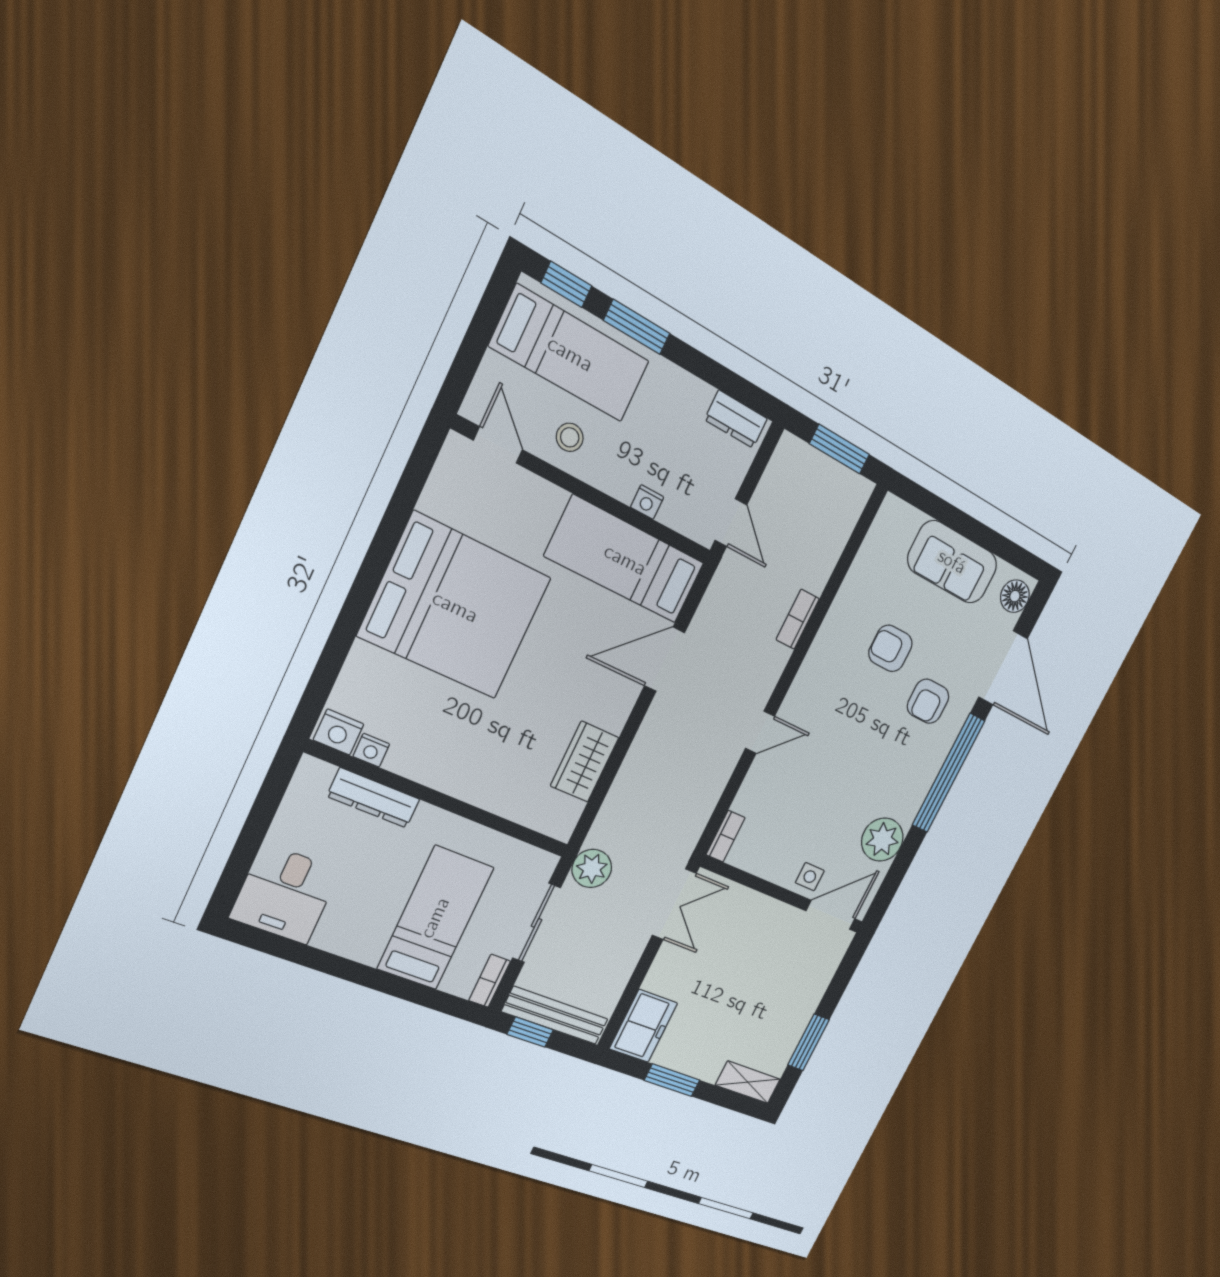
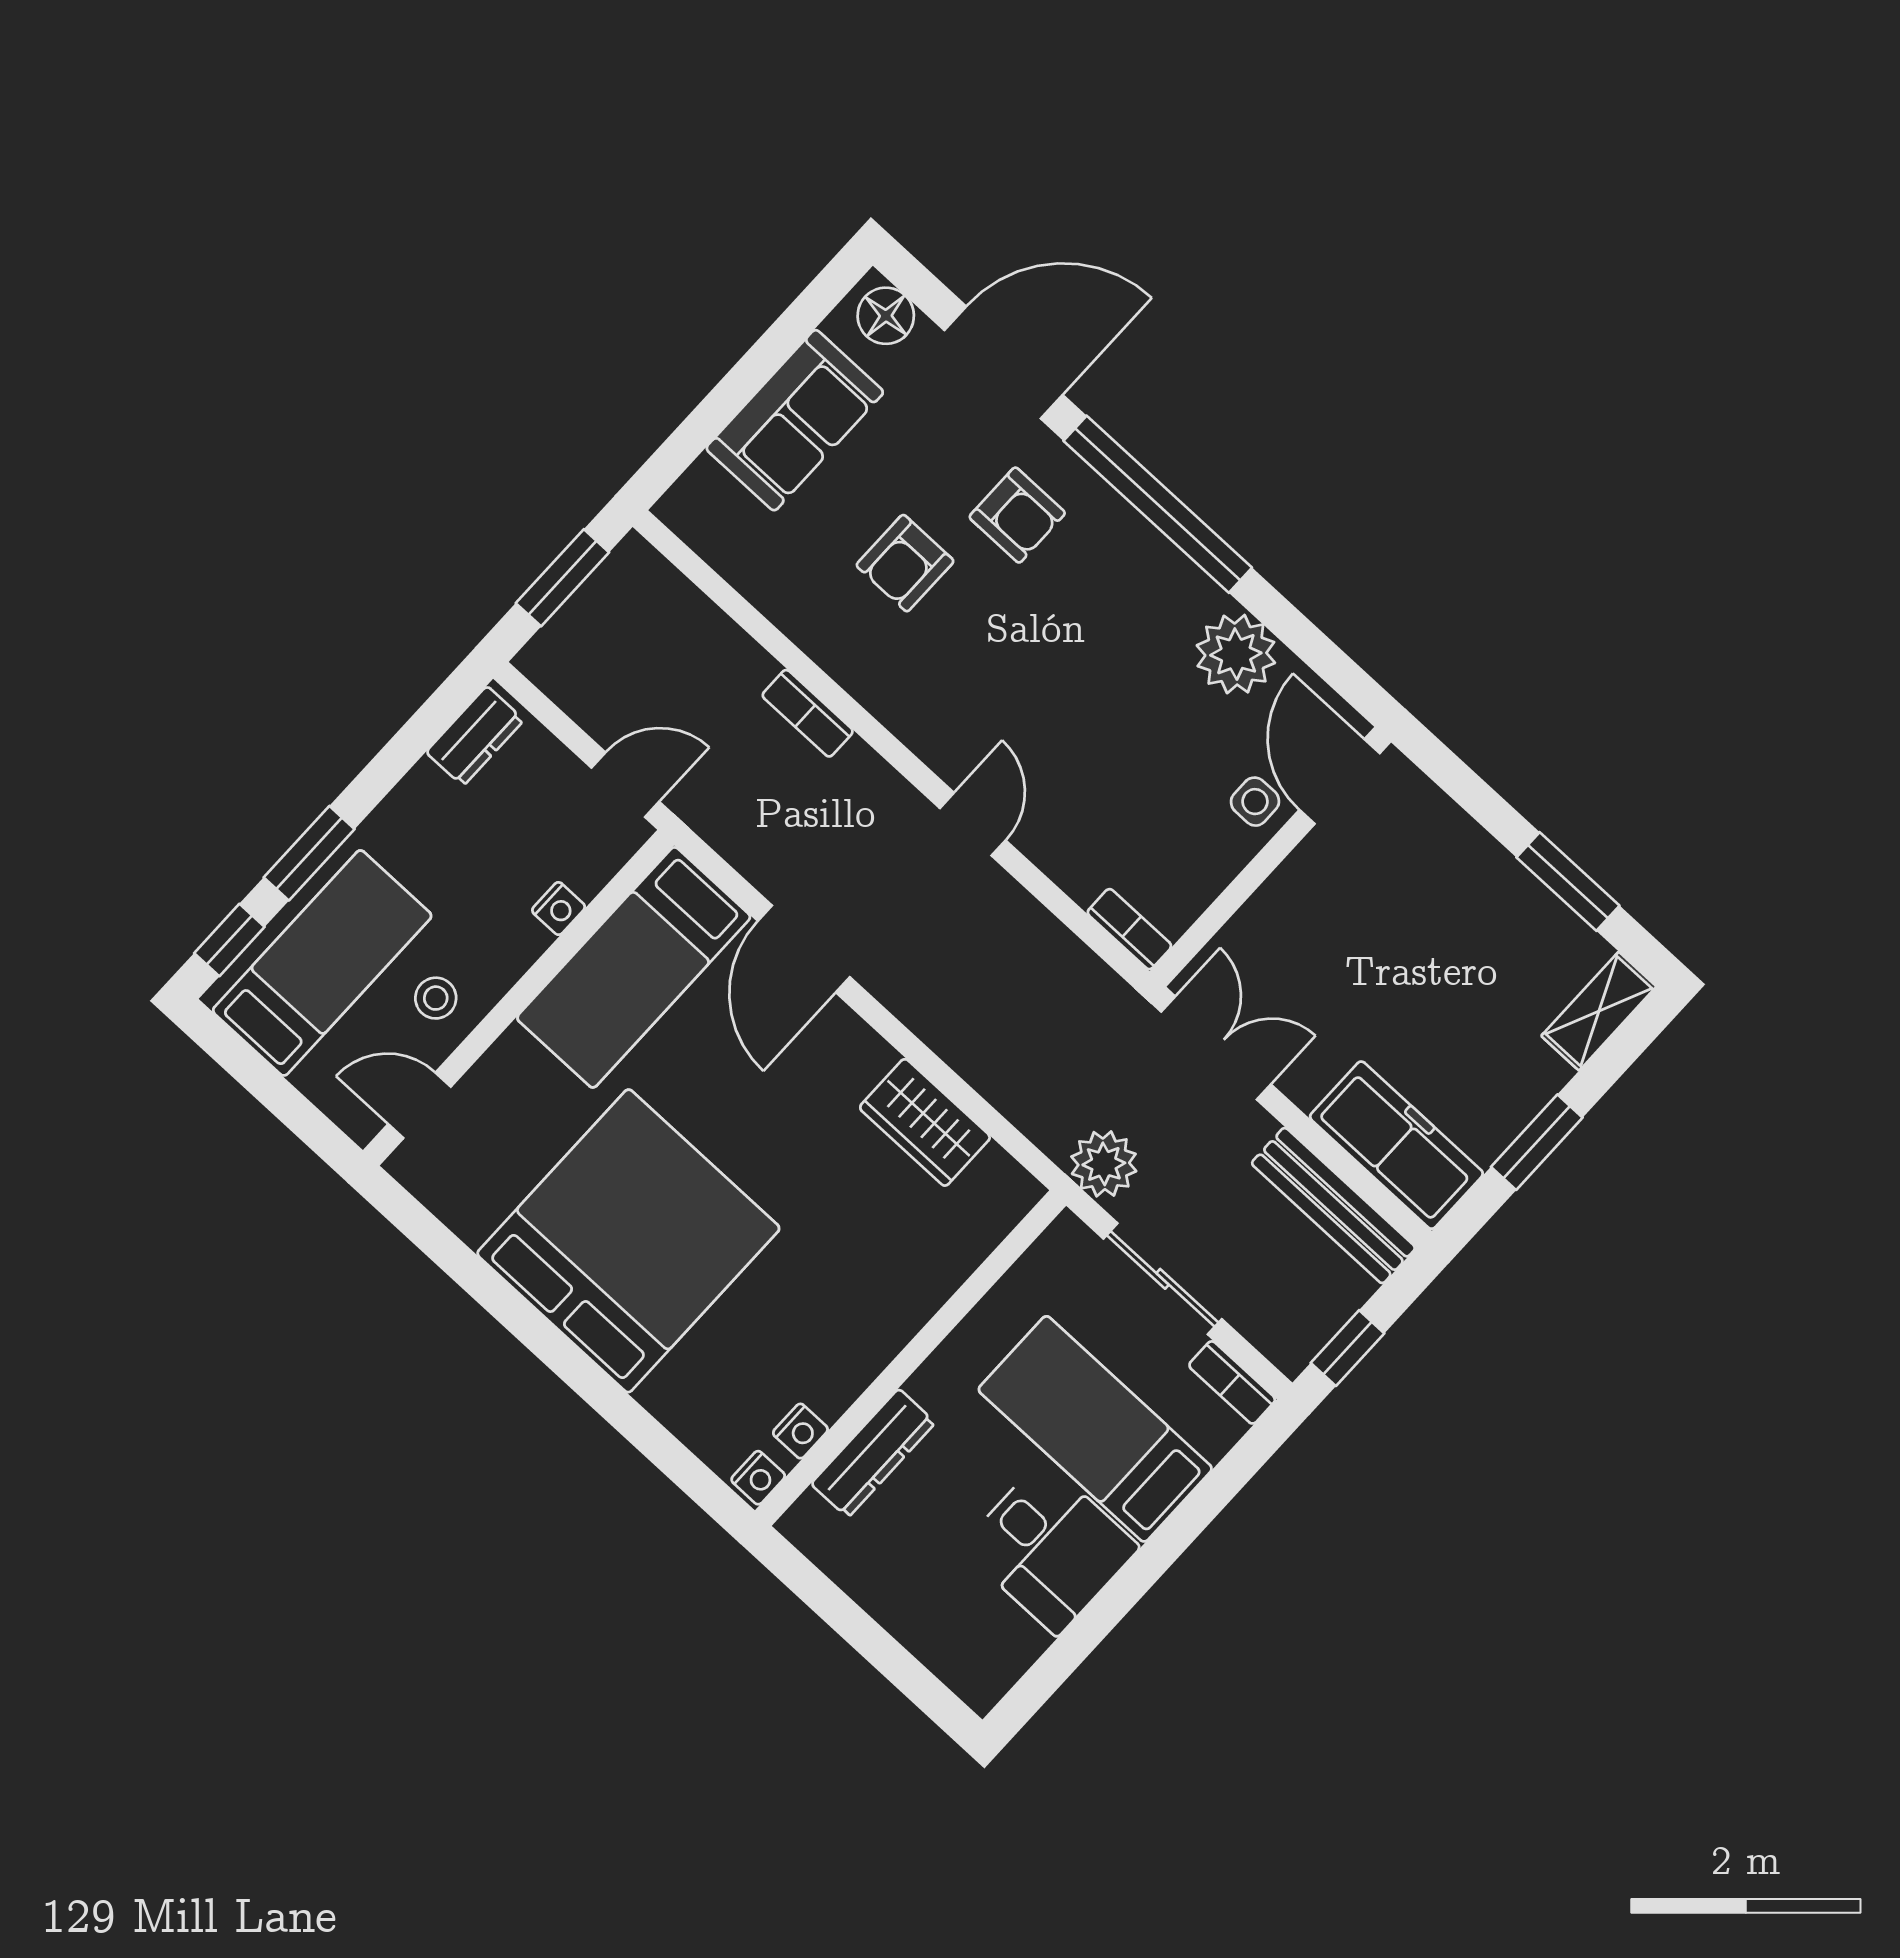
nightstand: (339, 732) -> (758, 1478), width x0.72, depth x0.74
desk: (285, 894) -> (1050, 1547), moved
bench: (555, 1015) -> (1333, 1206), moved, turned 90
freezer: (643, 1026) -> (1396, 1145), width x1.40

